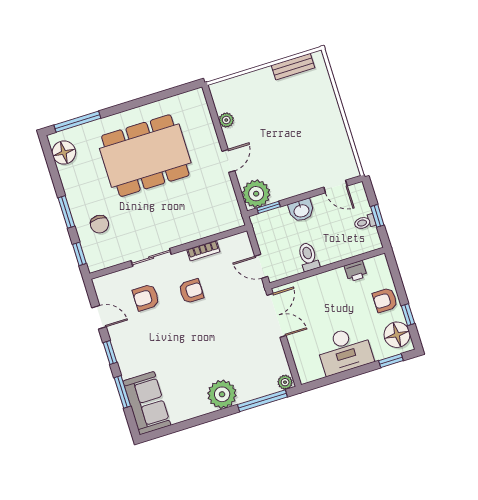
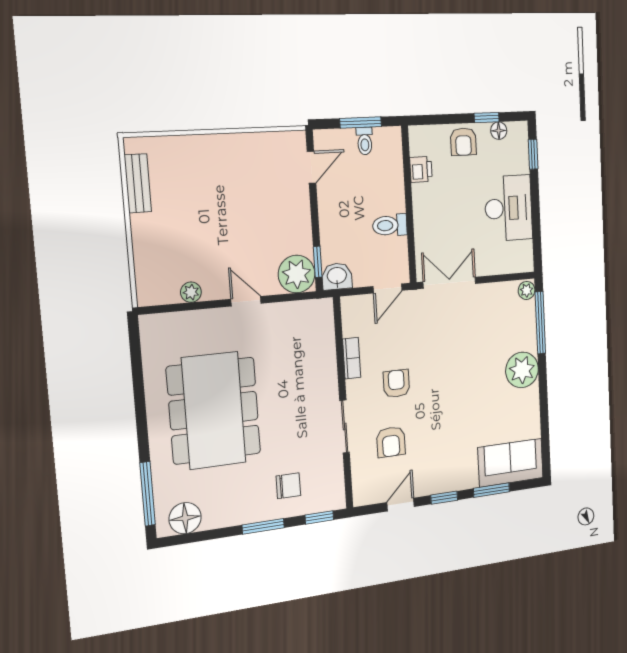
washbasin: (301, 210) -> (337, 276), moved, turned -90
window: (377, 216) -> (361, 122), width x1.50
floor lamp: (397, 335) -> (499, 131), width x0.53, depth x0.53

